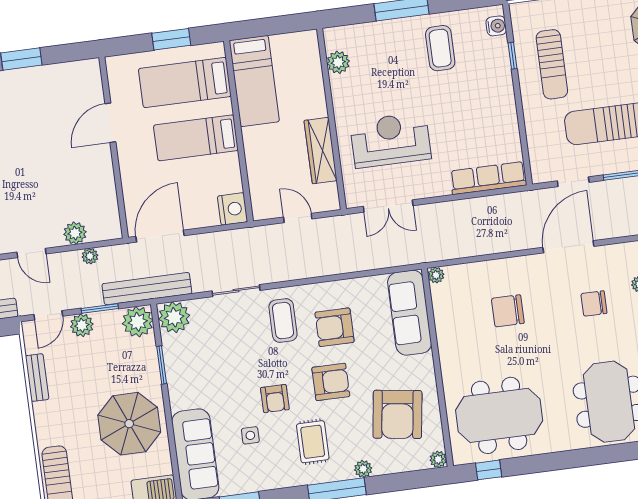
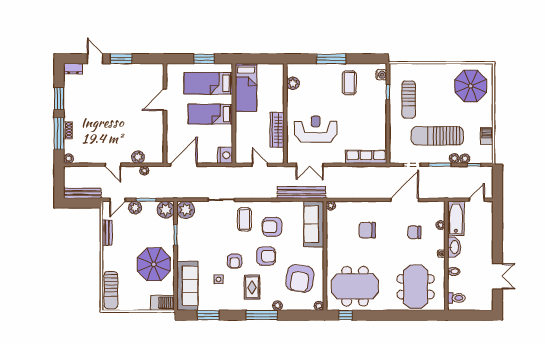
bench: (147, 289) -> (301, 192), moved

